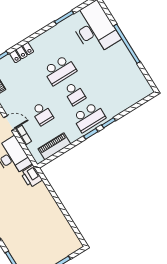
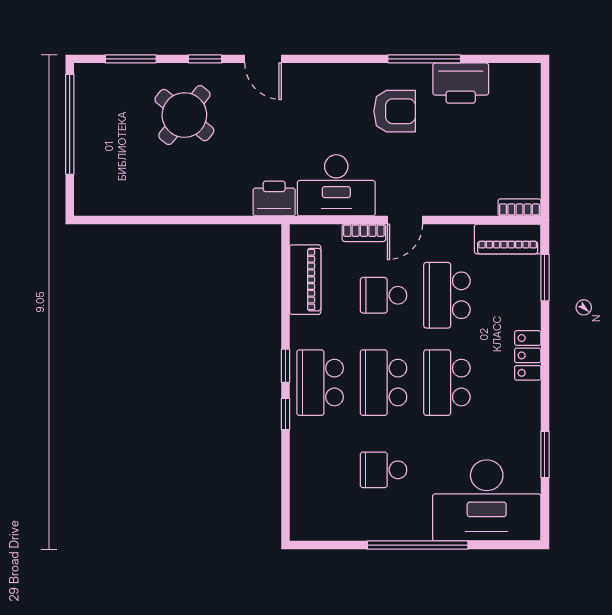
locker: (22, 53) -> (528, 355), moved
school desk: (107, 74) -> (384, 470), added
school desk: (28, 90) -> (447, 295), added
school desk: (74, 94) -> (384, 383), width x1.85
round table: (21, 229) -> (184, 115), added

